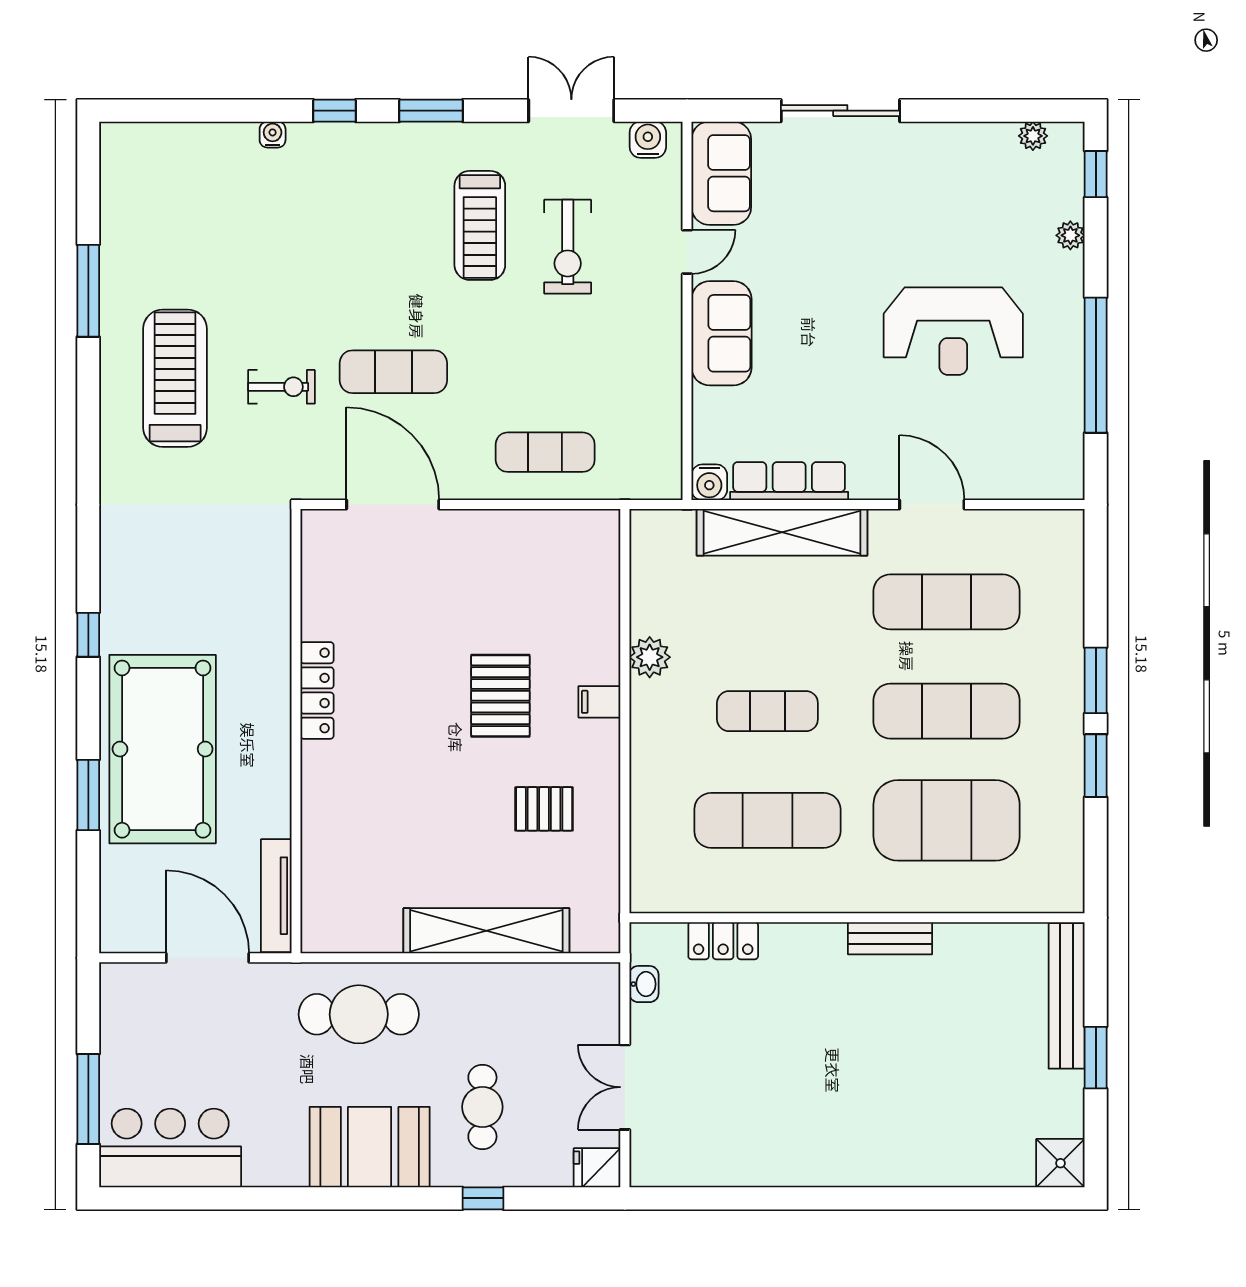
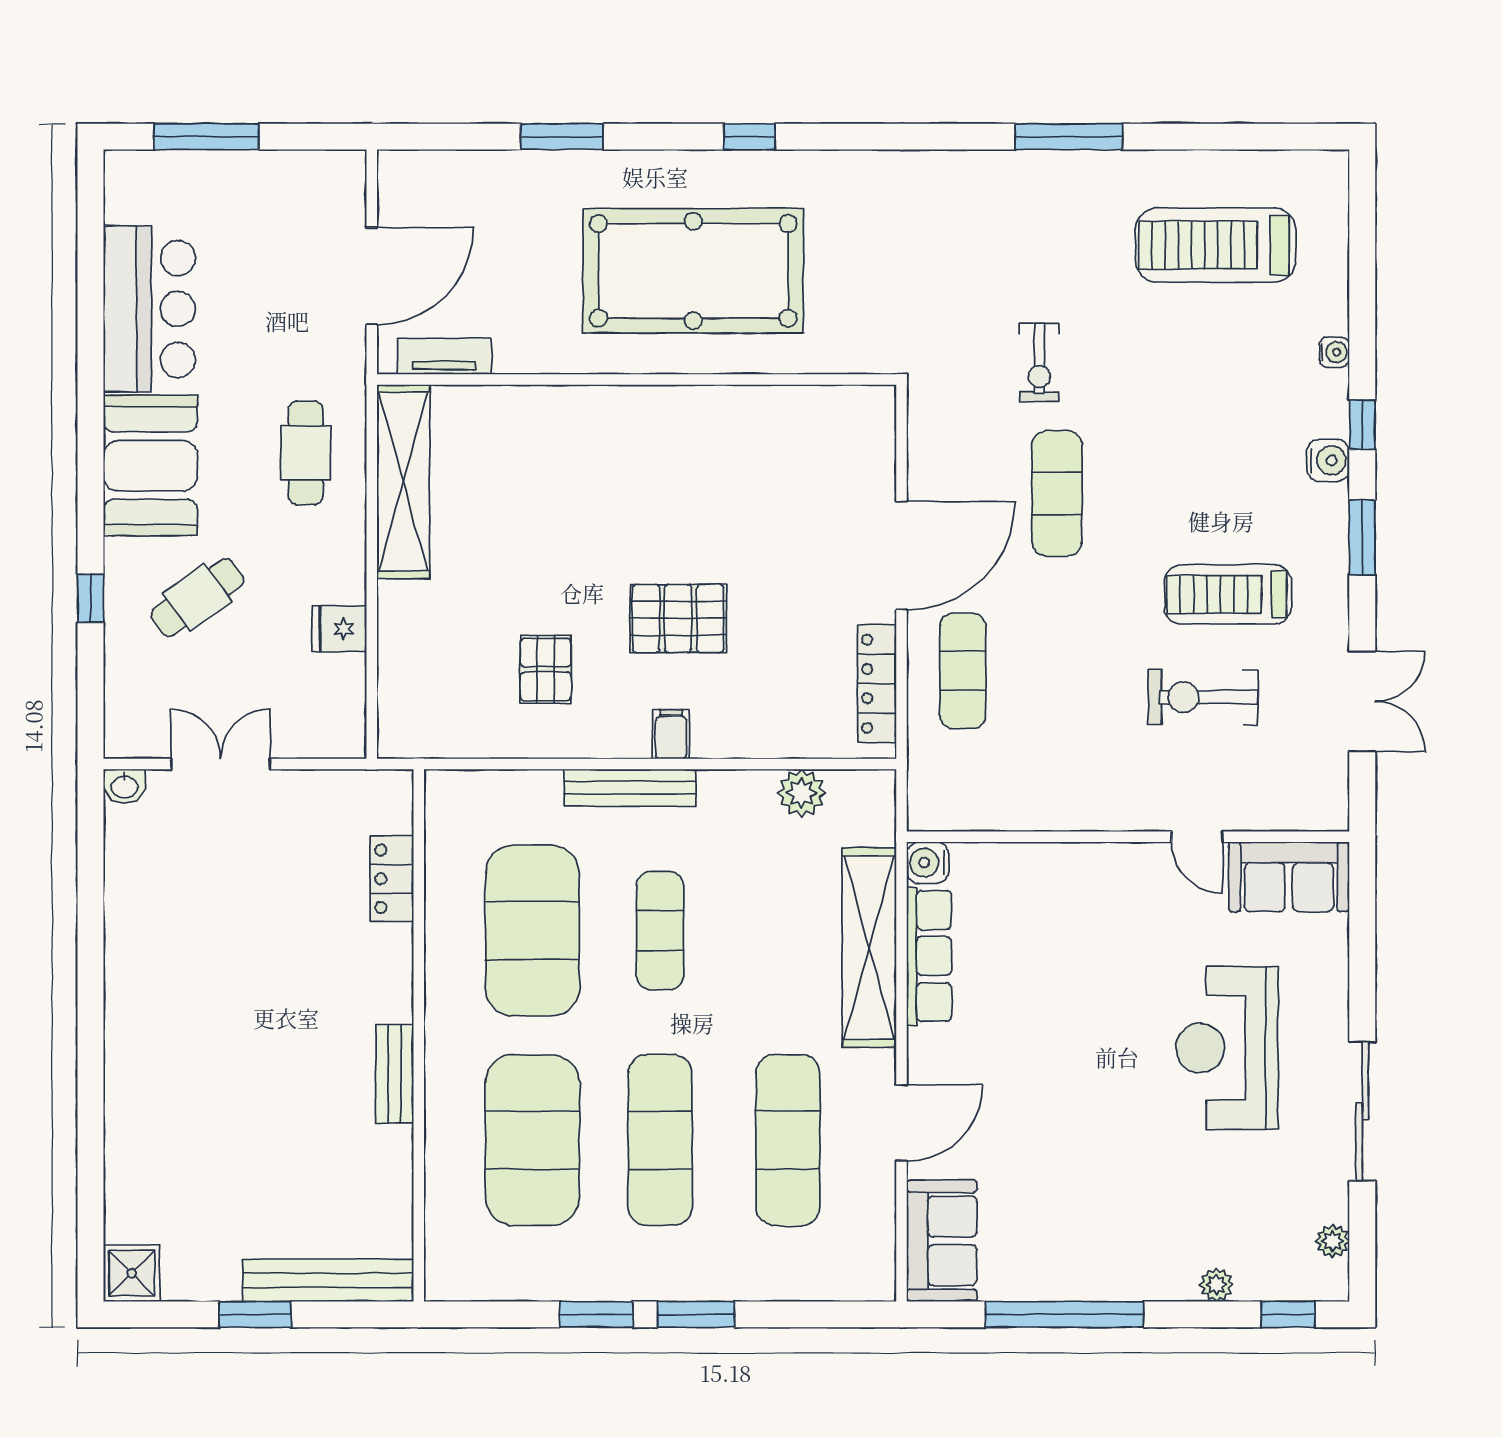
sliding door: (840, 111) -> (1362, 1111), moved
water cooler: (648, 140) -> (1328, 460), moved
window: (88, 291) -> (1069, 137), moved
reception desk: (953, 331) -> (1227, 1048), moved
sofa: (722, 333) -> (942, 1241), moved, turned -90
treadmill: (175, 378) -> (1216, 245), moved, turned 180
door: (393, 505) -> (902, 556), moved
plant: (650, 657) -> (802, 793), moved
locker: (317, 690) -> (877, 684), moved, turned 90
bench: (645, 737) -> (630, 788), added
pool table: (163, 749) -> (693, 271), moved
exercise mat: (767, 820) -> (532, 931), width x1.47
tv unit: (276, 896) -> (444, 356), width x0.71
shelving: (486, 931) -> (403, 482), moved
washbasin: (644, 984) -> (124, 786), moved
cafe table: (359, 1014) -> (306, 453), width x0.73, depth x0.74
cafe table: (482, 1107) -> (197, 597), turned -36
bar counter: (170, 1148) -> (149, 309), moved
fridge: (597, 1168) -> (339, 629), moved, turned -90

